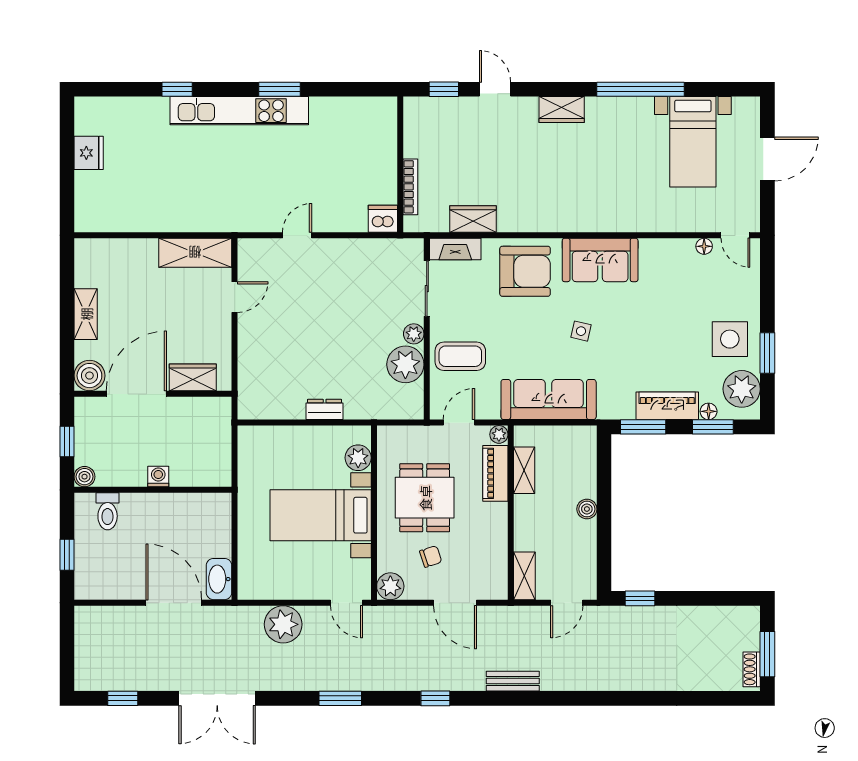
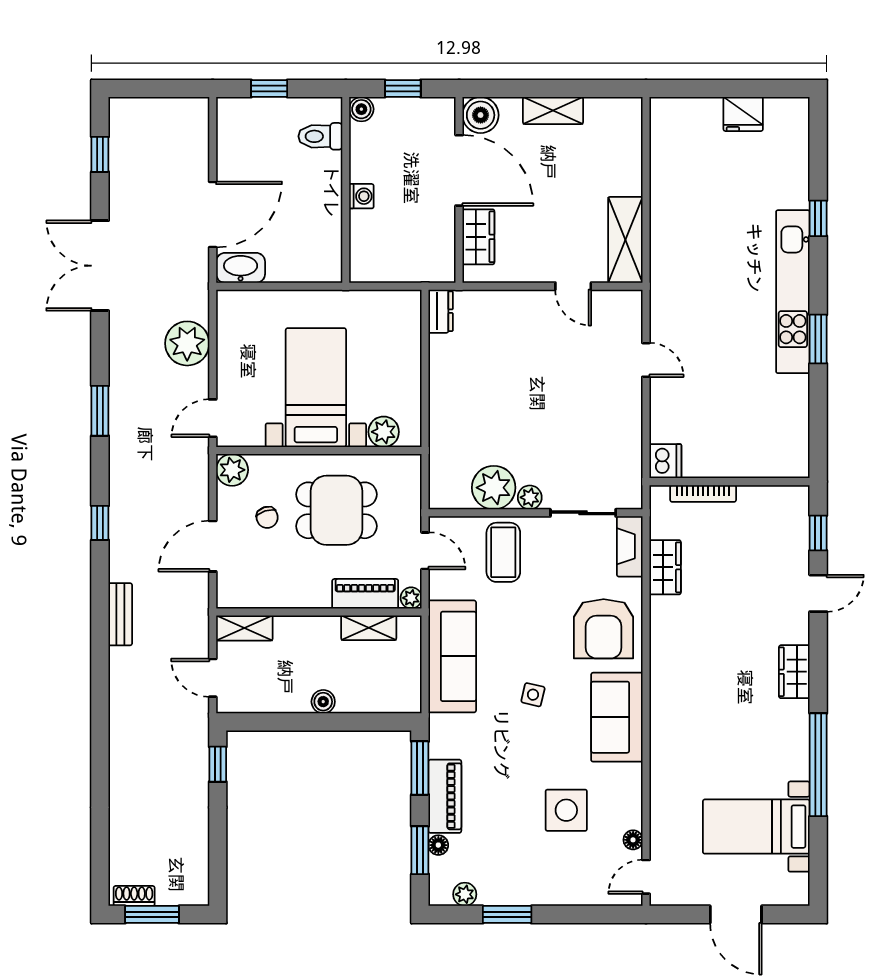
side table: (730, 339) -> (566, 810), moved
plant: (742, 389) -> (465, 894), width x0.53, depth x0.53
dresser: (325, 409) -> (441, 311), moved

